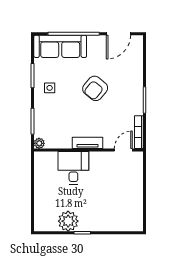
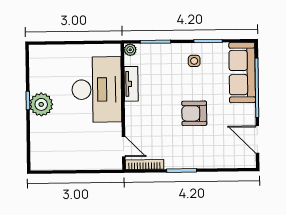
armchair: (95, 88) -> (194, 113), turned -39
tv unit: (88, 143) -> (131, 84), moved
desk: (73, 168) -> (97, 89), width x1.87, depth x1.30
plant: (68, 221) -> (41, 104), moved

